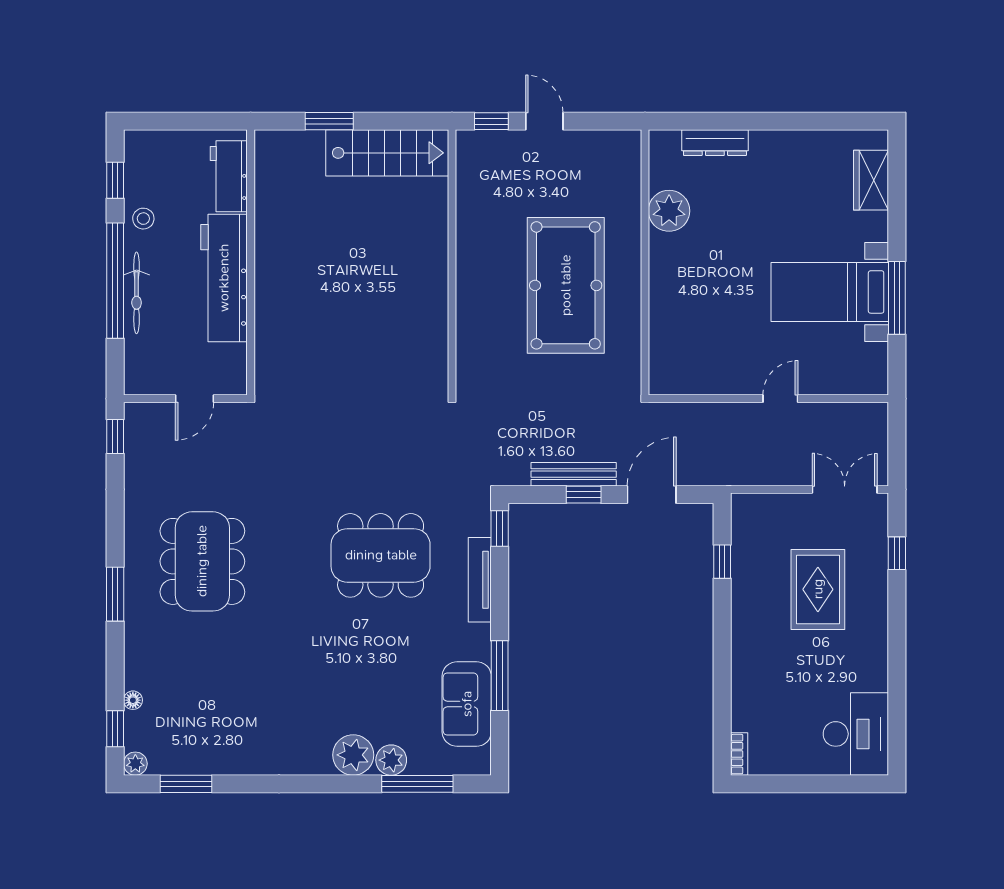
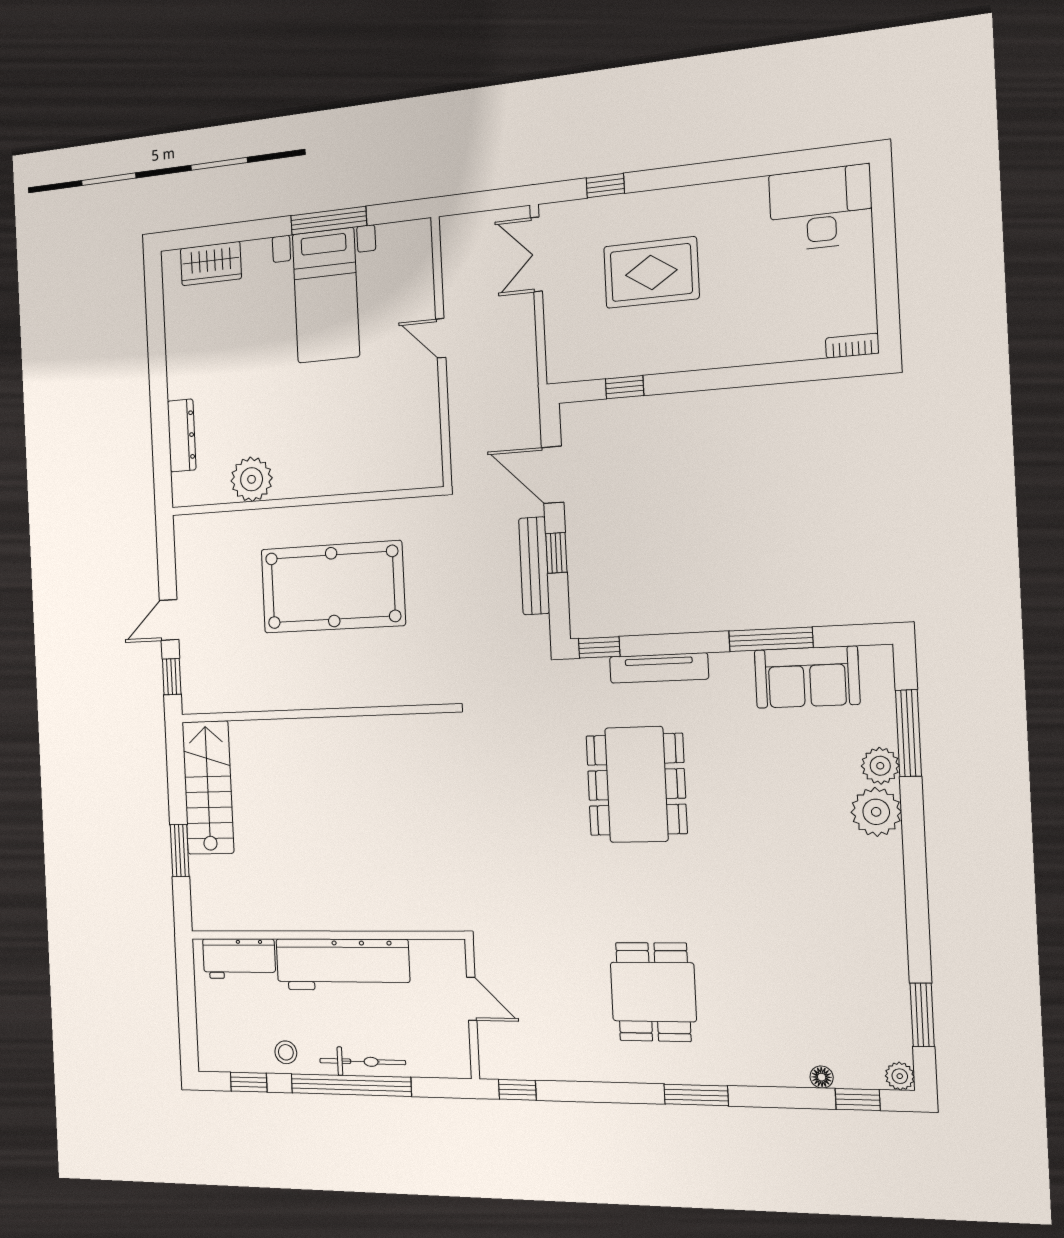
dining table: (202, 561) -> (653, 992), width x0.73

